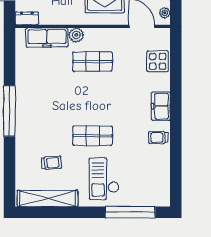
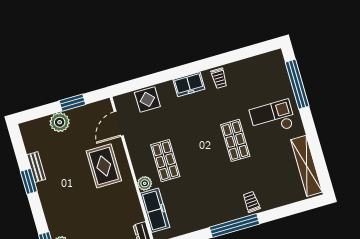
plant: (165, 13) -> (100, 106), removed
trolley: (52, 163) -> (251, 202), moved
checkout: (104, 179) -> (273, 118), turned 180

